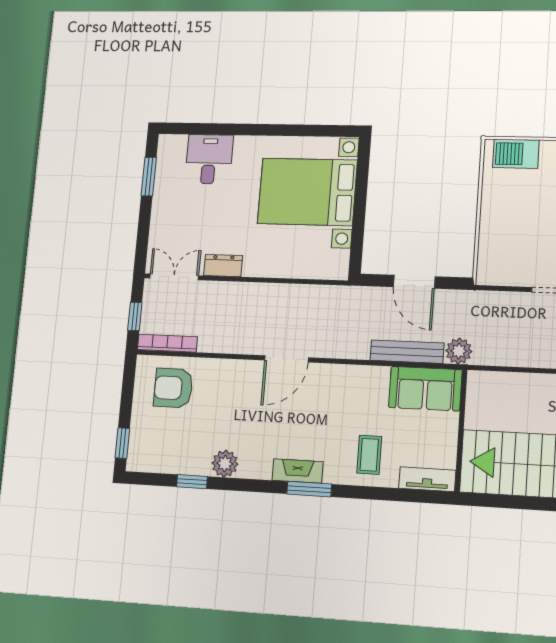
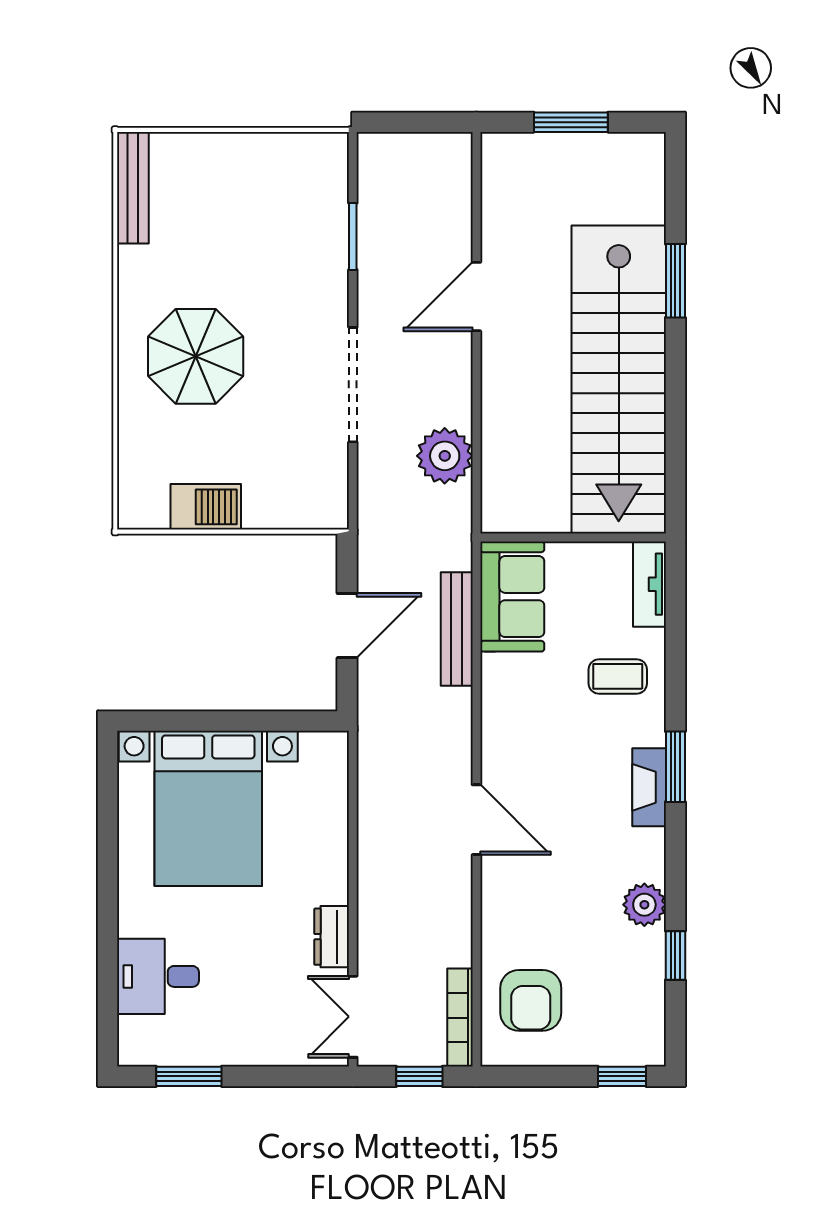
barbecue: (516, 154) -> (206, 507), moved, turned -90
plant: (459, 351) -> (445, 456), moved, width x1.36, depth x1.36

